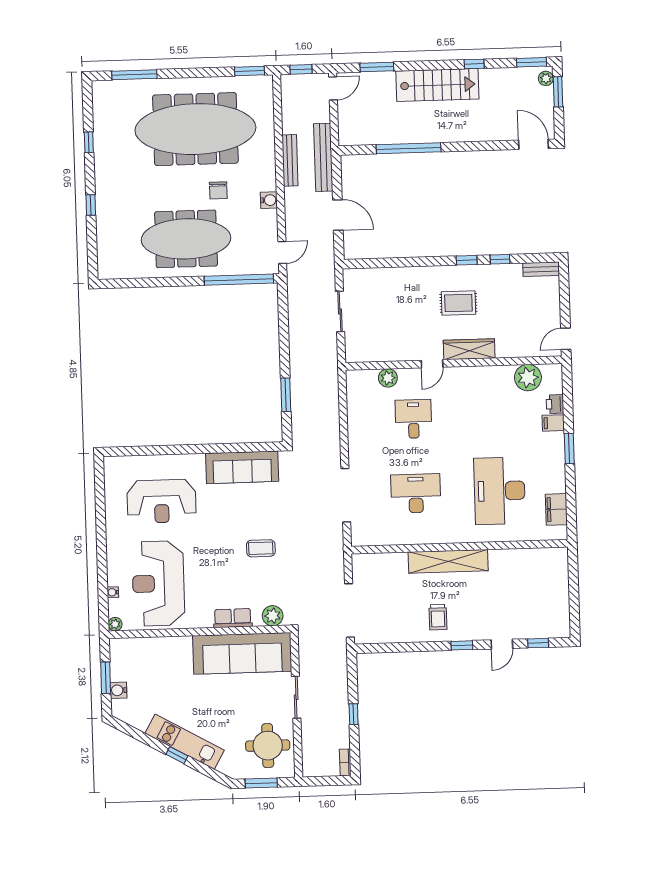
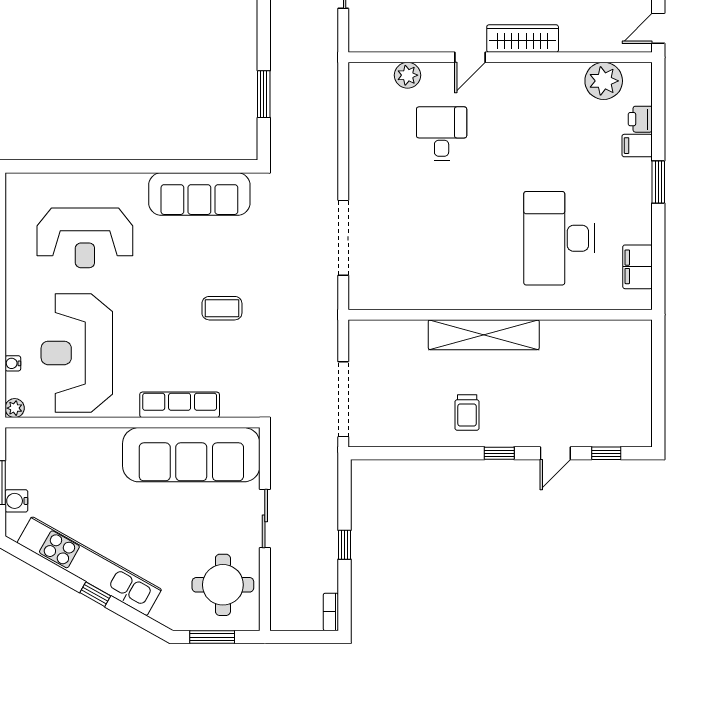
desk: (416, 493) -> (442, 238), removed
plant: (273, 616) -> (236, 403), removed
row of seats: (233, 618) -> (180, 405), width x1.48
kitchen unit: (185, 742) -> (89, 566), width x1.36

